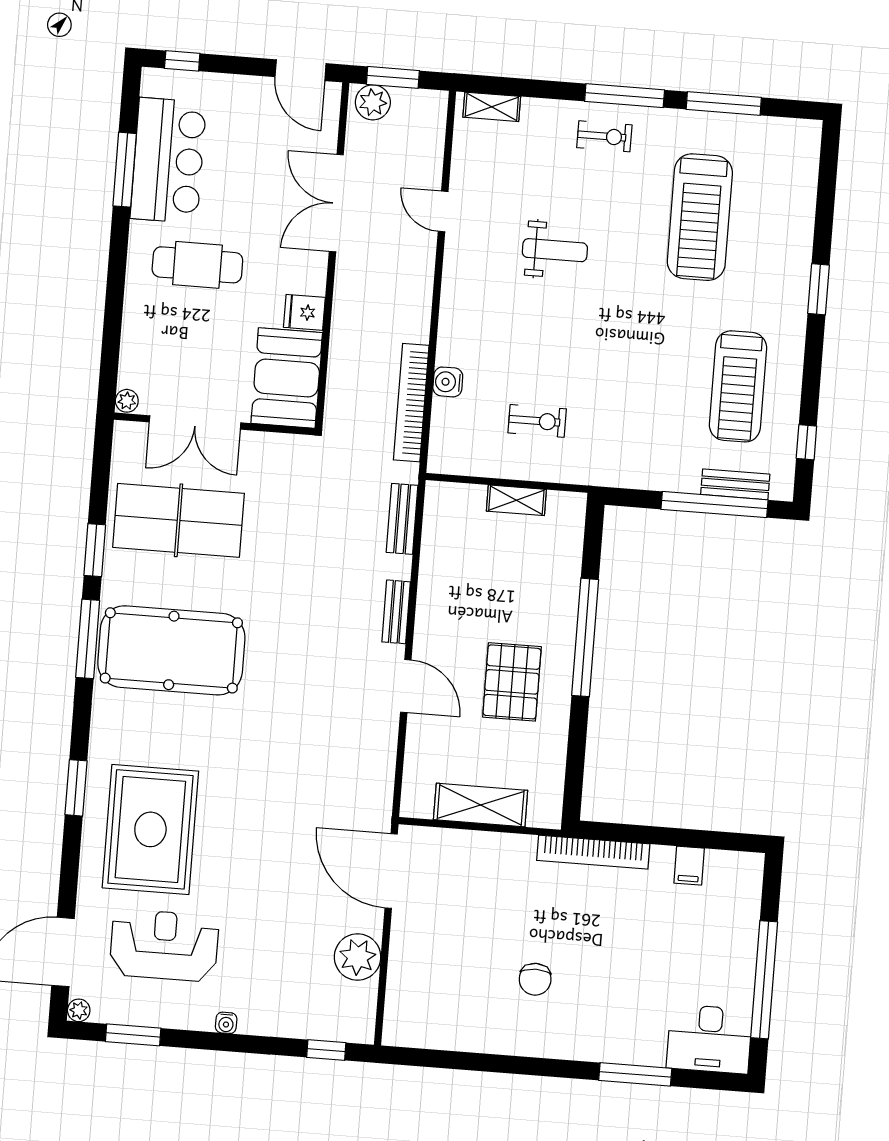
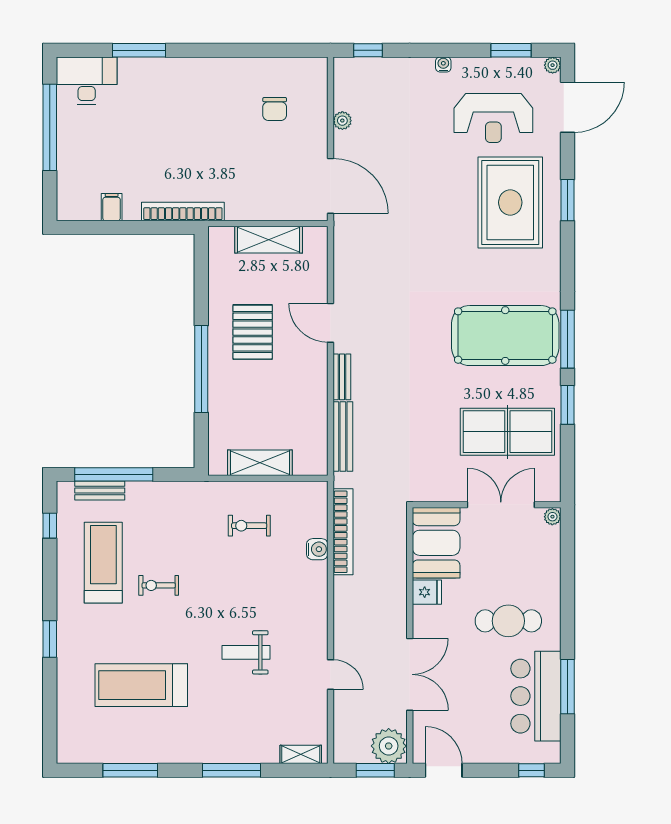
window: (625, 96) -> (231, 770), moved
plant: (373, 102) -> (389, 746), width x1.36, depth x1.36
exercise bike: (604, 136) -> (159, 585), moved
treadmill: (700, 217) -> (141, 685), turned -90
shelving: (516, 500) -> (260, 463), width x1.50, depth x1.33
bench: (402, 519) -> (343, 436), width x1.36
window: (76, 788) -> (567, 200), moved
plant: (358, 957) -> (342, 121), width x0.53, depth x0.53
chair: (535, 979) -> (275, 109), moved, turned 180

